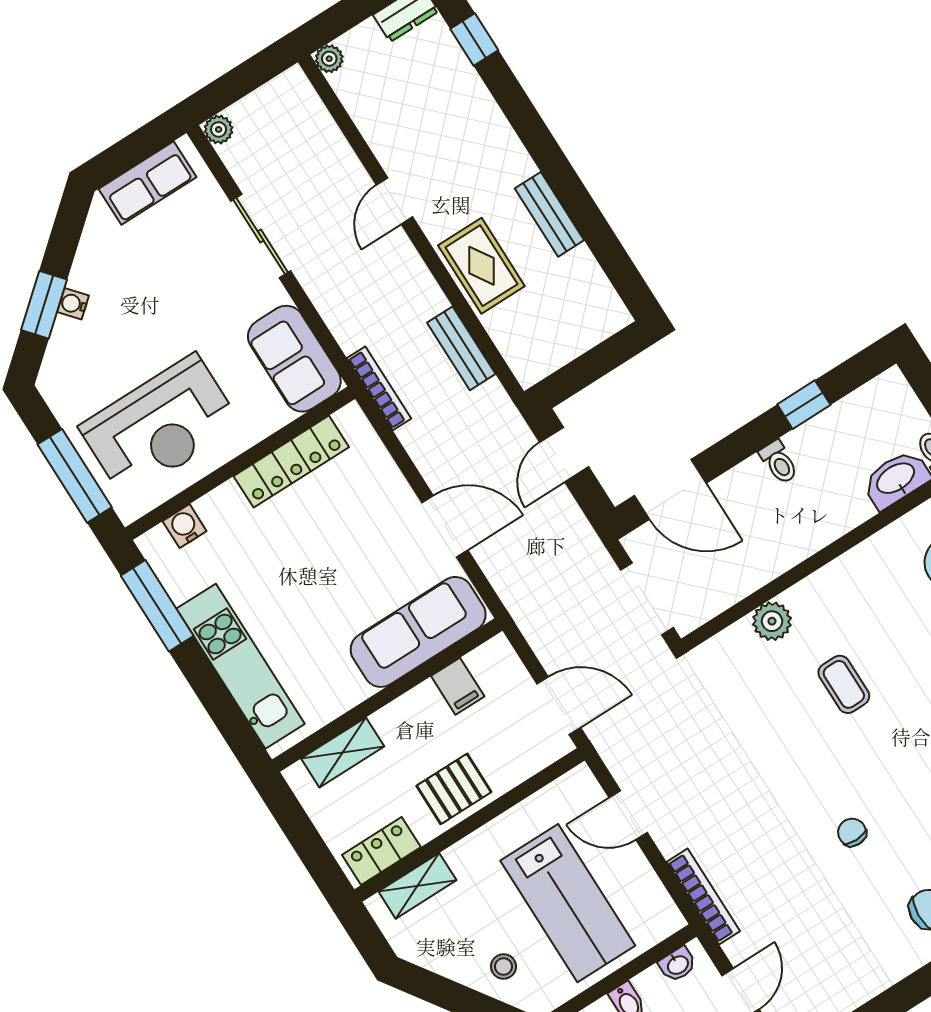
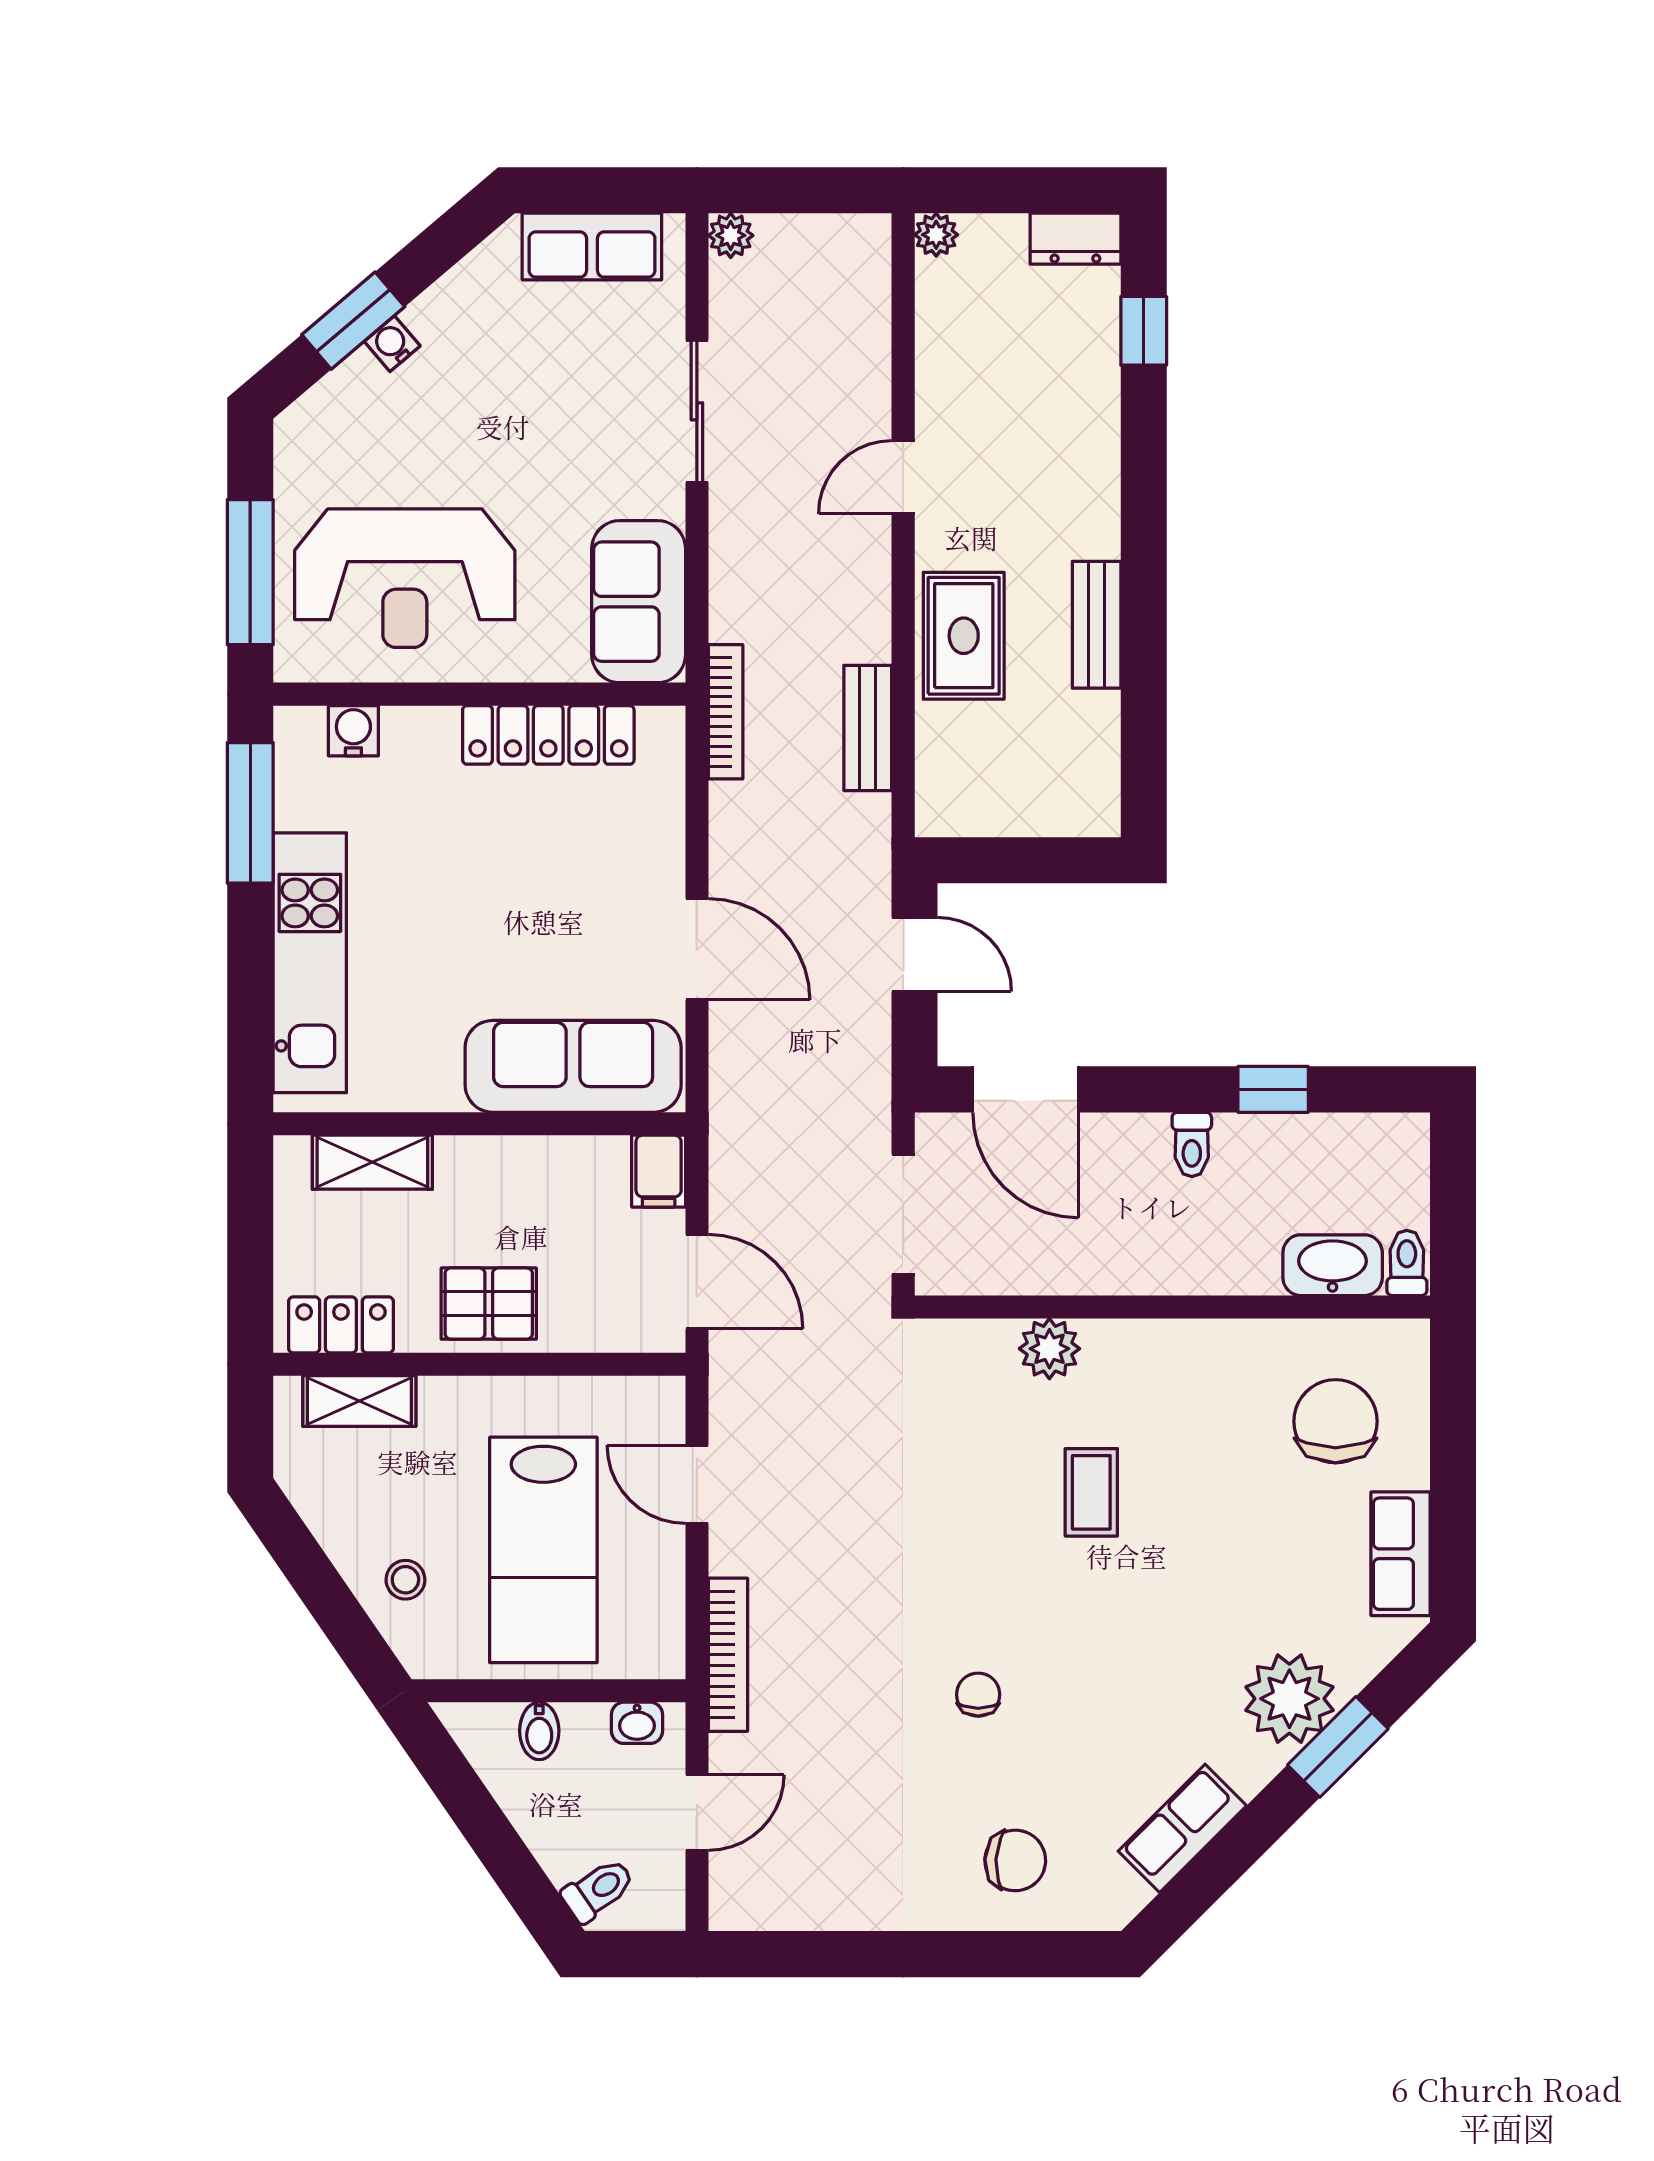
door: (564, 455) -> (915, 954), swing flipped
filing cabinet: (458, 686) -> (659, 1171), moved

